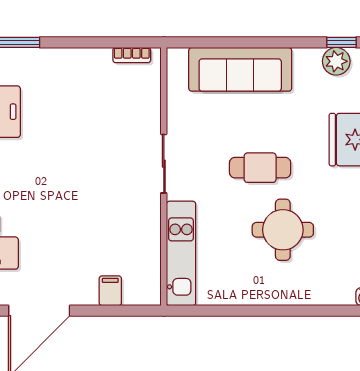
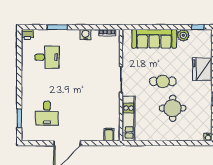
water cooler: (82, 59) -> (86, 35), added
plant: (336, 61) -> (183, 35), moved
filing cabinet: (110, 291) -> (109, 135), moved

